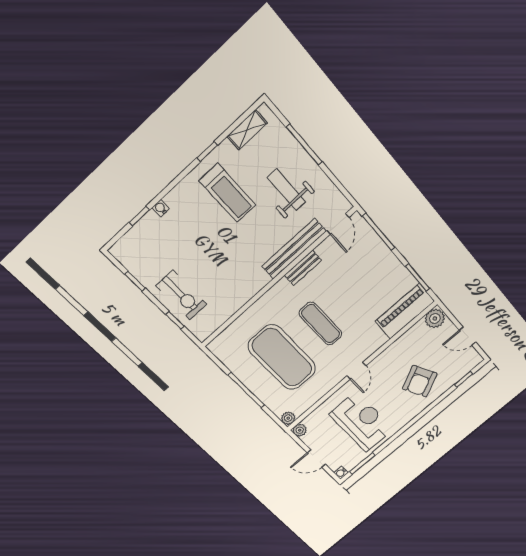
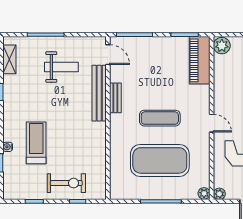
weight bench: (286, 190) -> (61, 67), turned 180
treadmill: (228, 193) -> (36, 143), moved, turned -90

